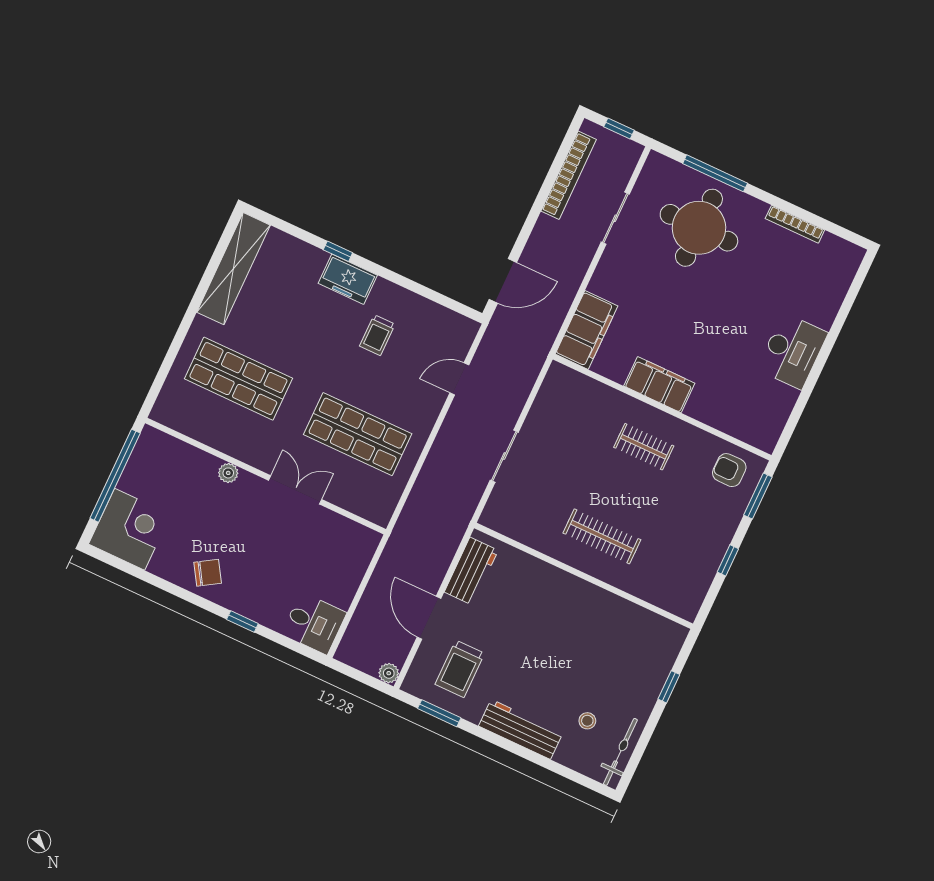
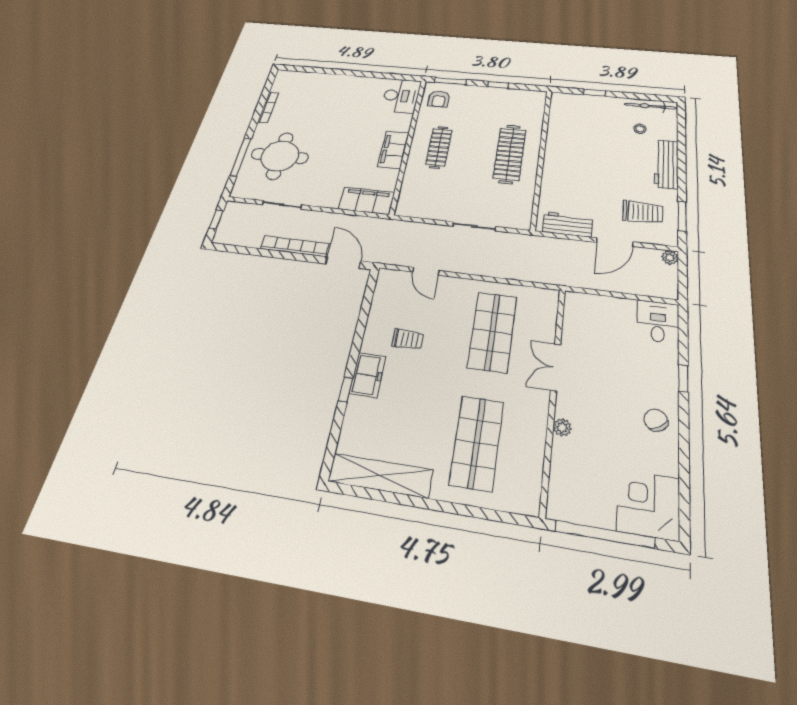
bookcase: (569, 175) -> (295, 246), moved
desk: (792, 351) -> (401, 96), moved, turned 90
clothes rail: (644, 447) -> (439, 147), width x1.36
clothes rail: (602, 536) -> (510, 154), width x1.37, depth x1.31

